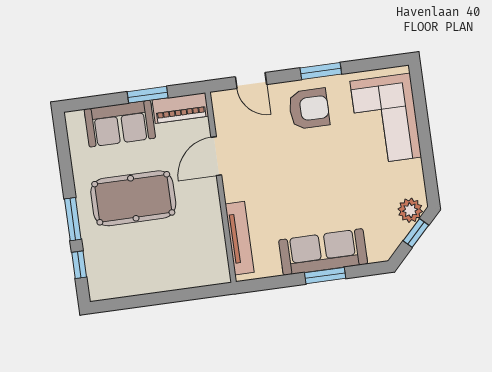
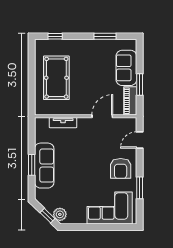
window: (321, 71) -> (140, 188), moved
door: (216, 156) -> (102, 116), hinge flipped
pool table: (133, 198) -> (56, 78), moved
window: (73, 219) -> (105, 36), moved
tv unit: (240, 238) -> (63, 123), width x0.71

